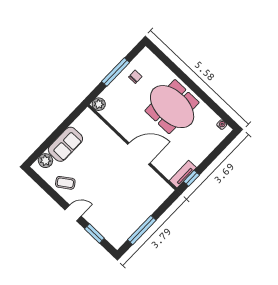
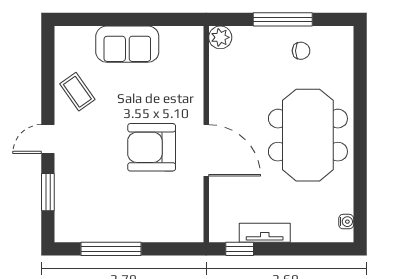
plant: (45, 161) -> (81, 39), removed
armchair: (116, 174) -> (152, 147), added
tv unit: (183, 174) -> (265, 233), moved
door: (73, 213) -> (48, 139), swing flipped

